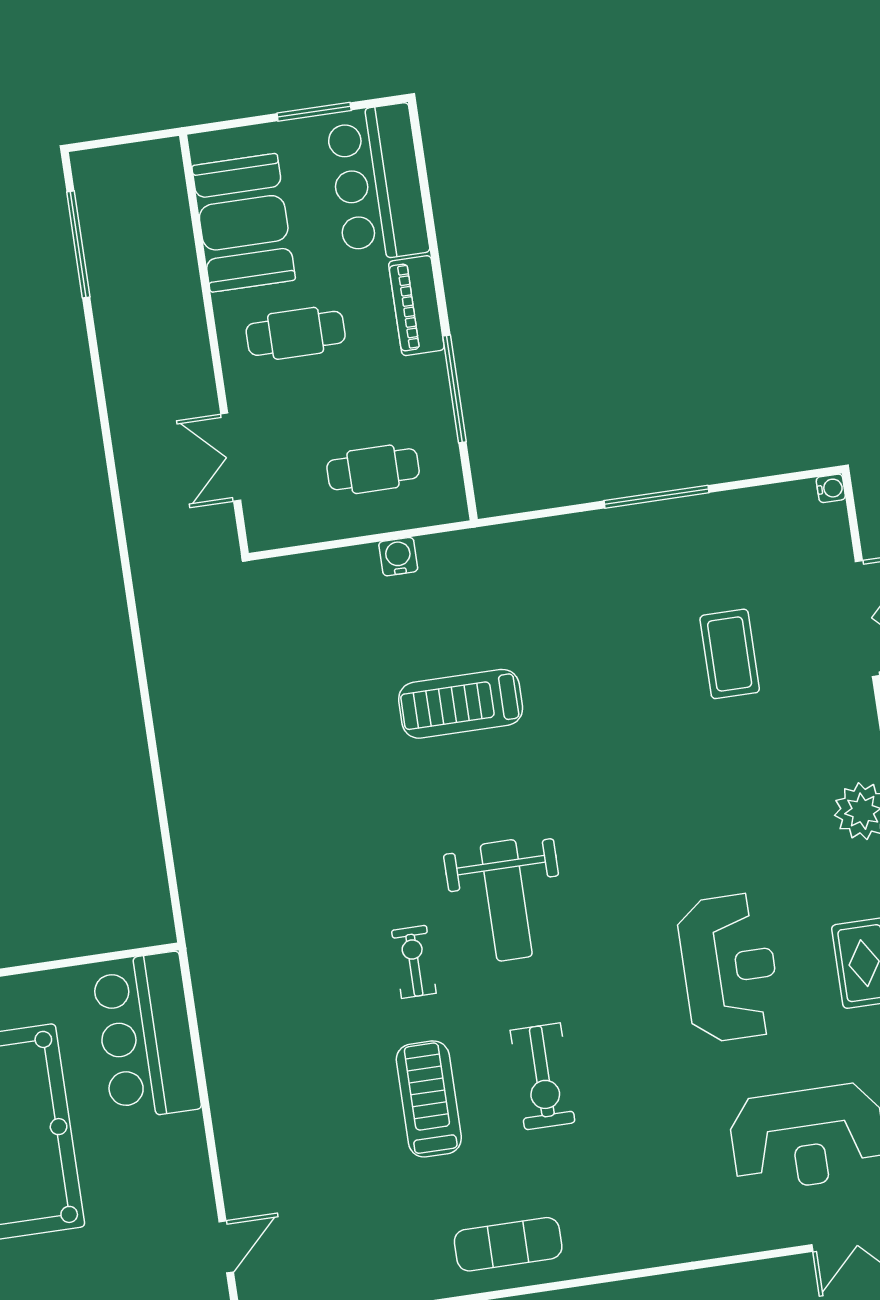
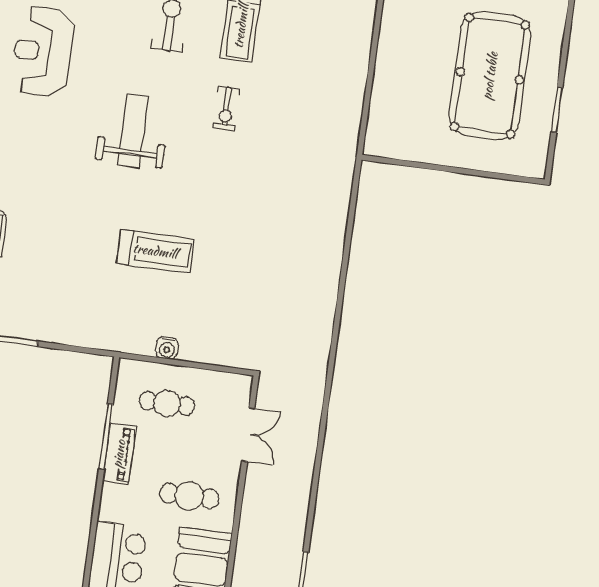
piano: (416, 306) -> (119, 454), moved
weight bench: (506, 900) -> (133, 131), moved
bar counter: (146, 1036) -> (395, 110), removed

